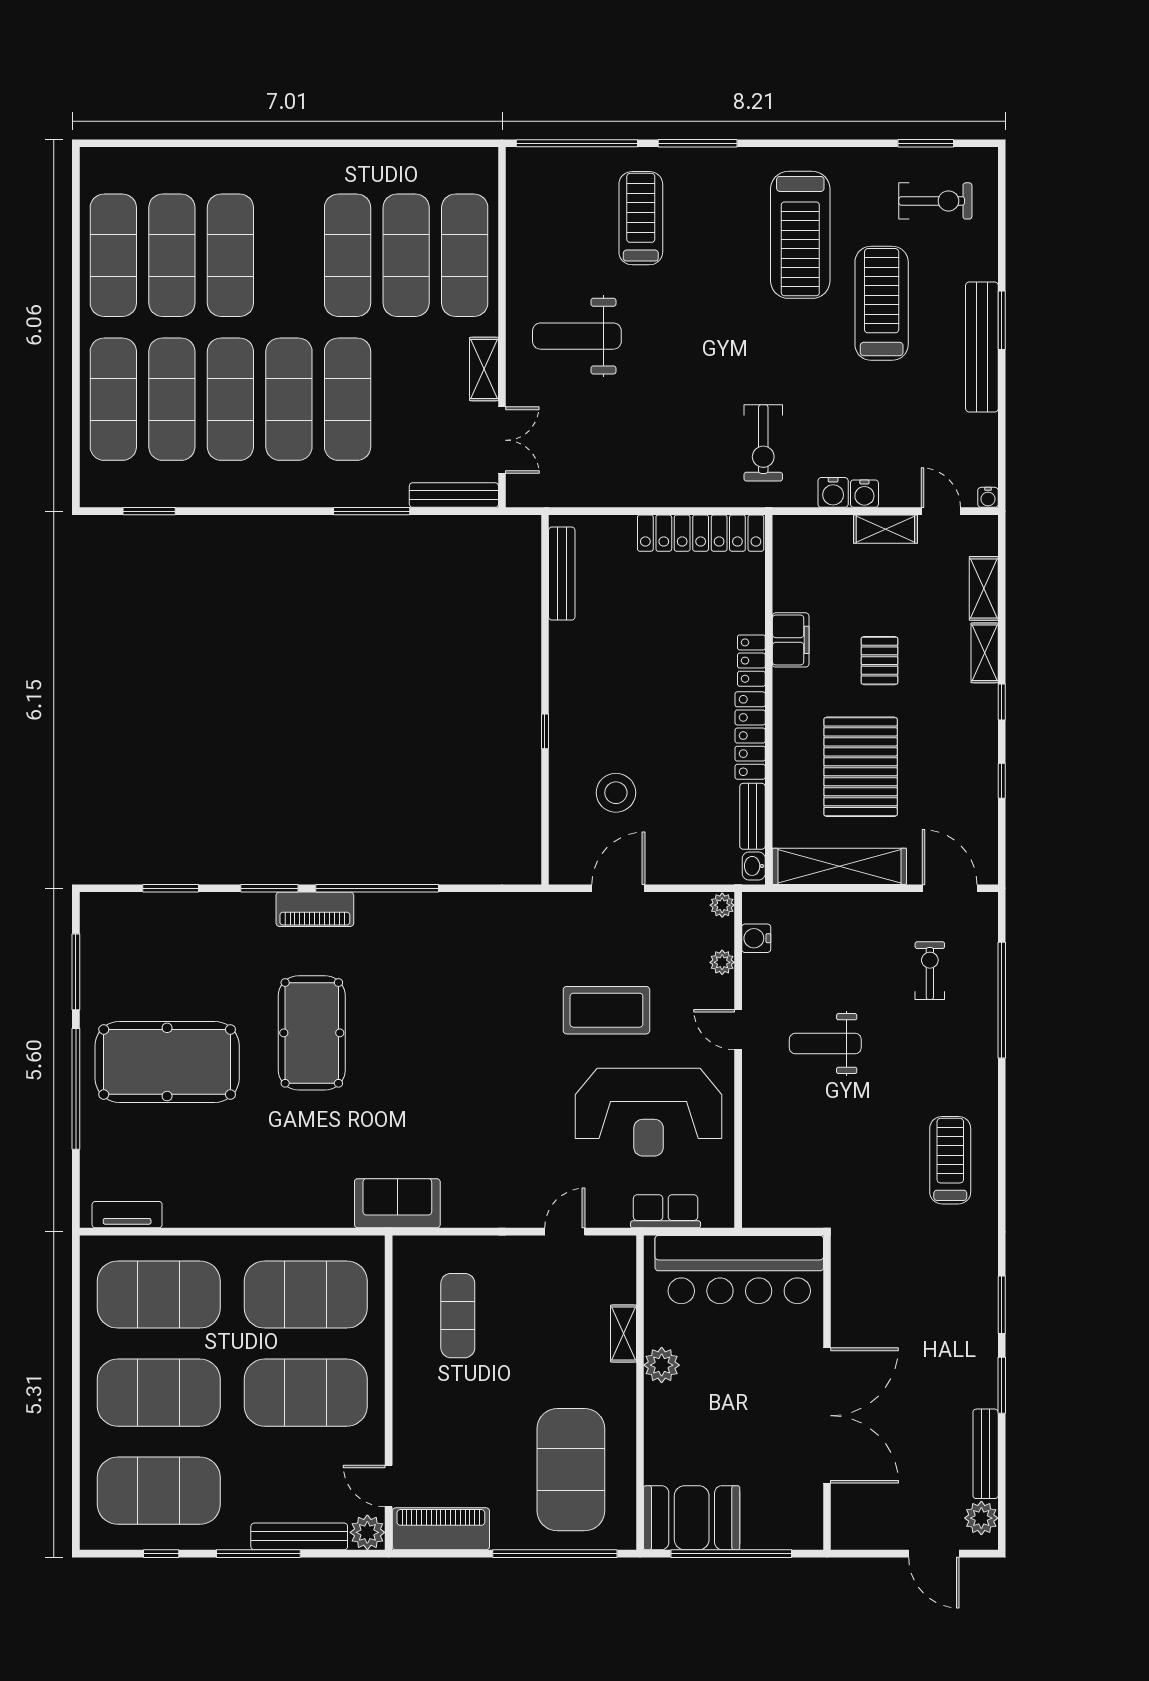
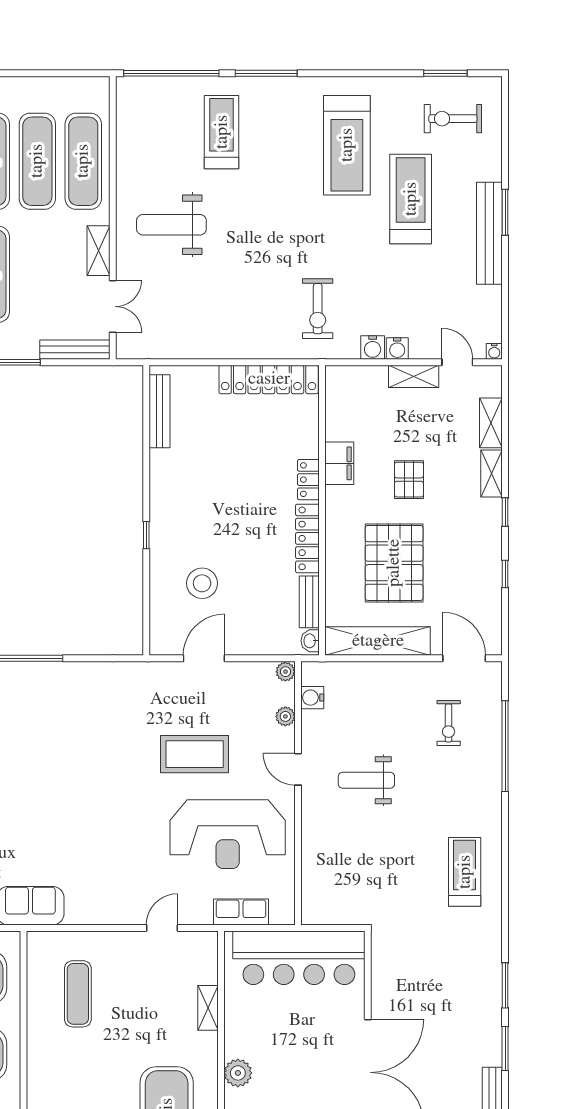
exercise bike: (935, 201) -> (453, 119), turned 180
exercise bike: (930, 971) -> (449, 723), turned 180
plant: (662, 1365) -> (238, 1073), moved

